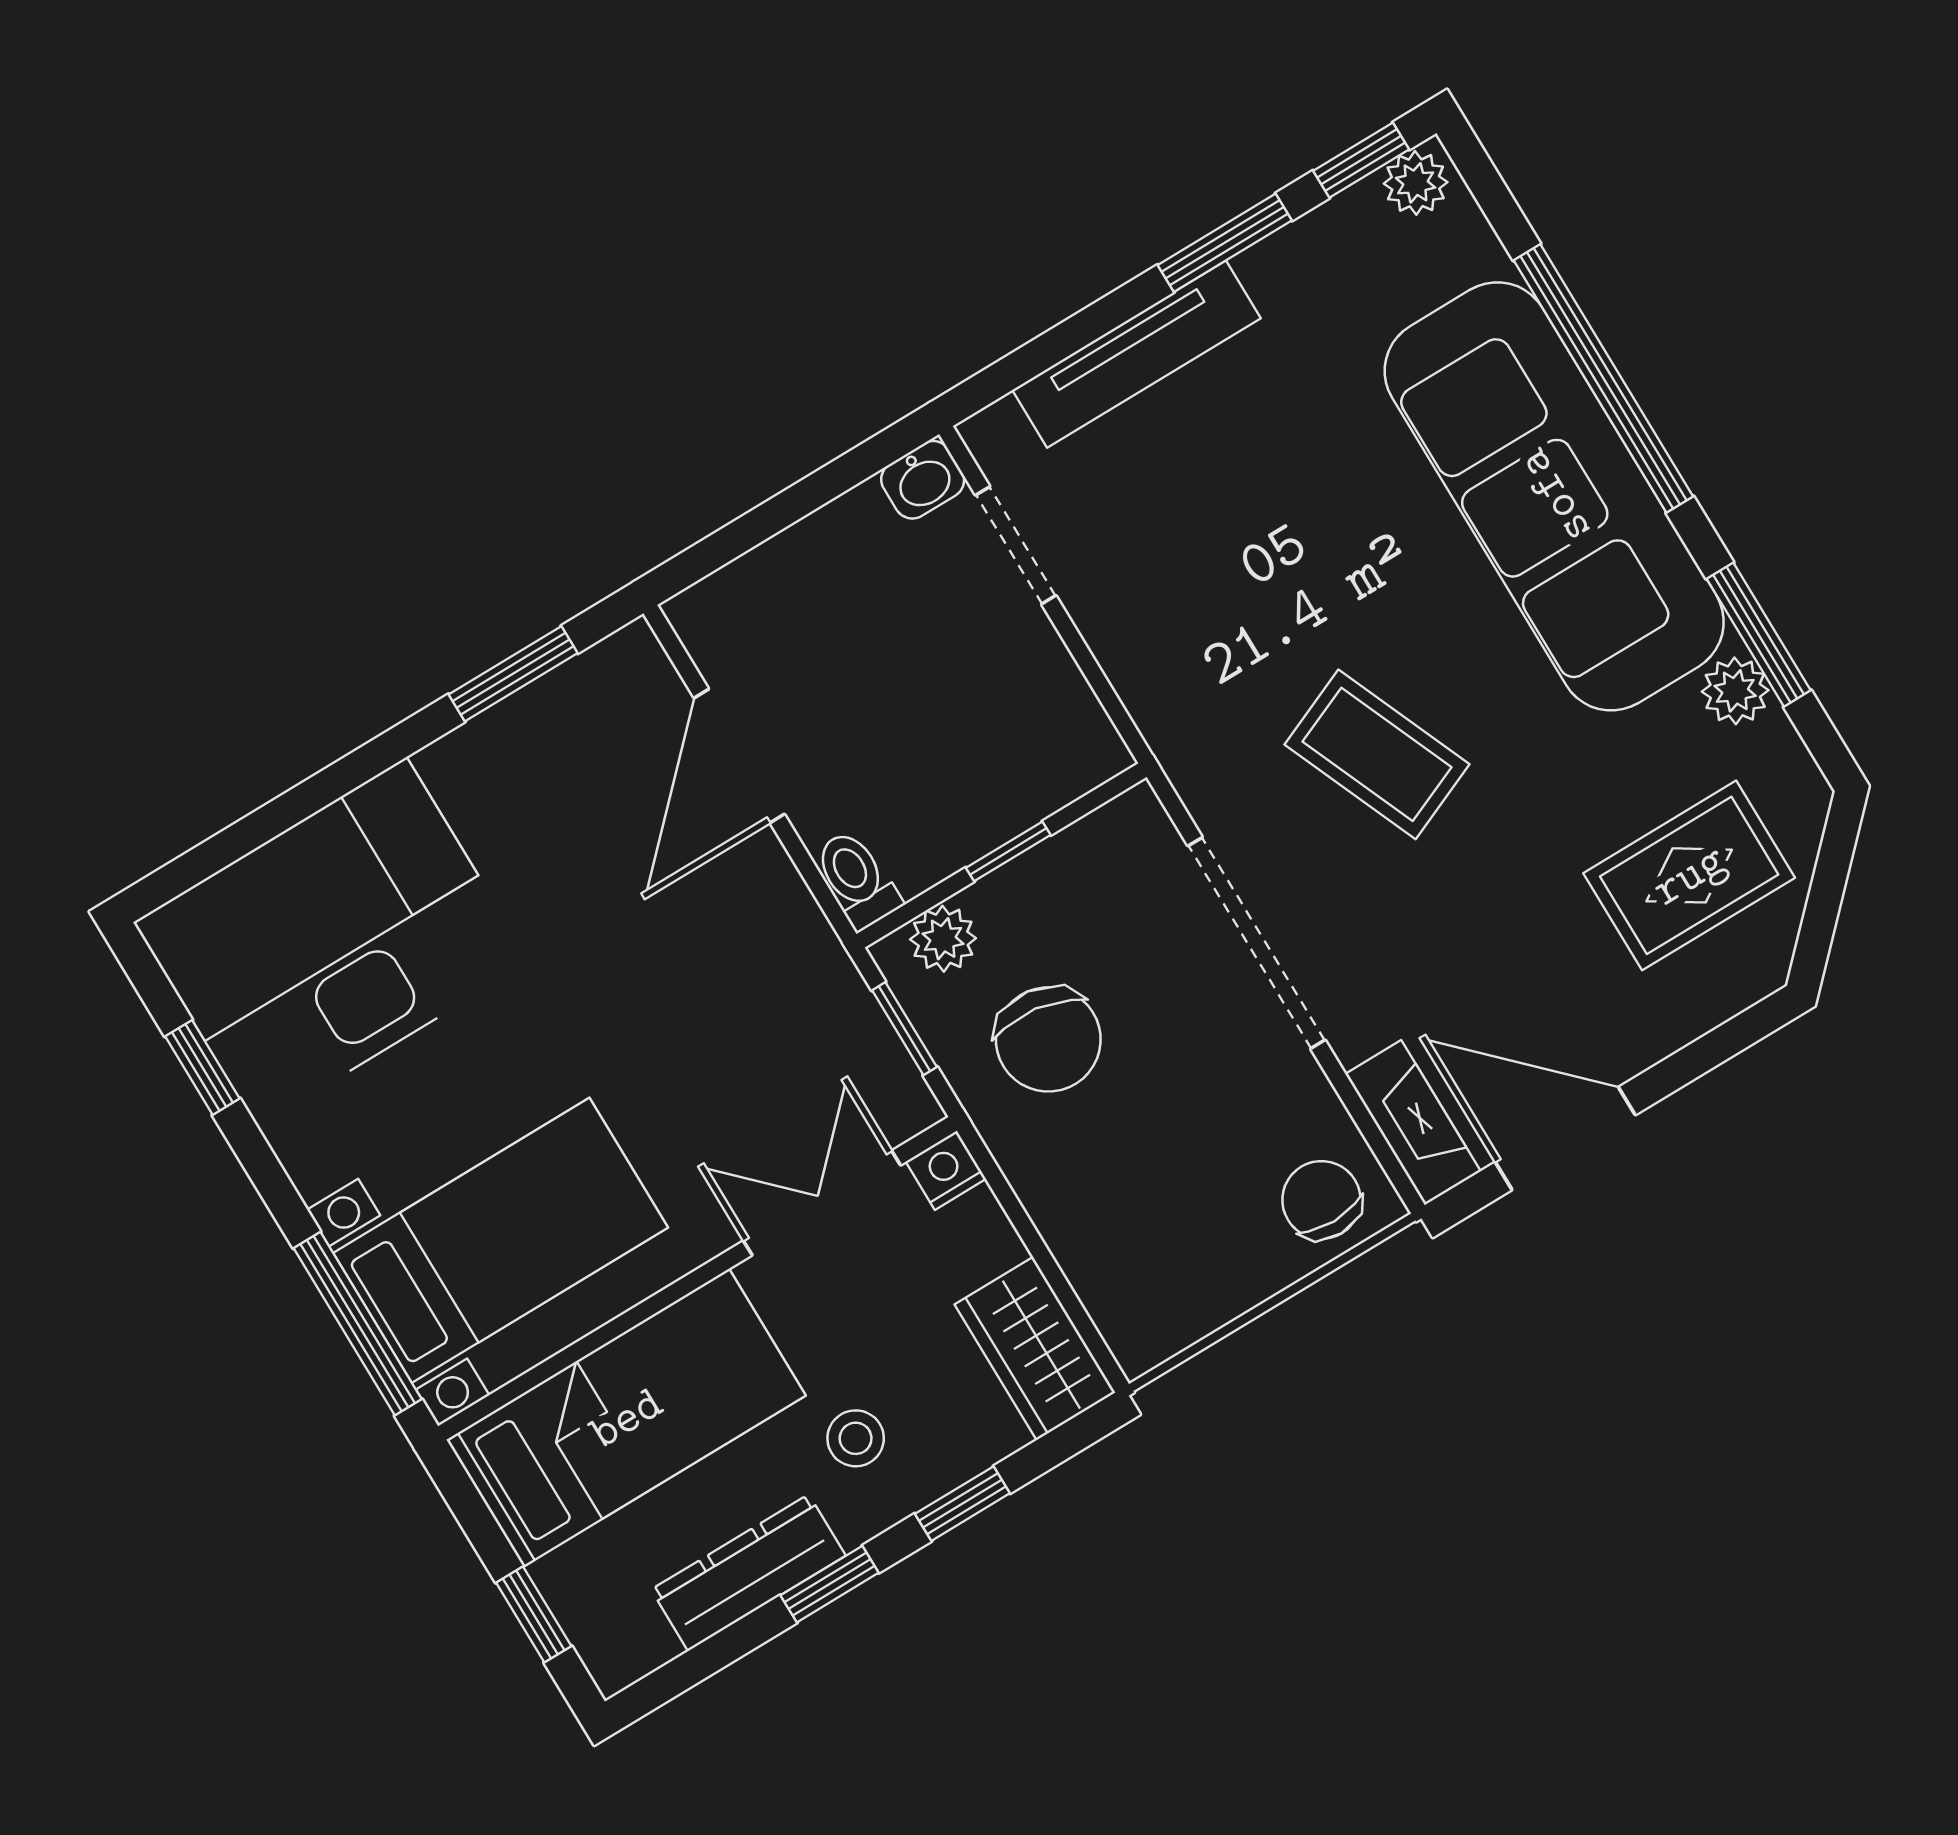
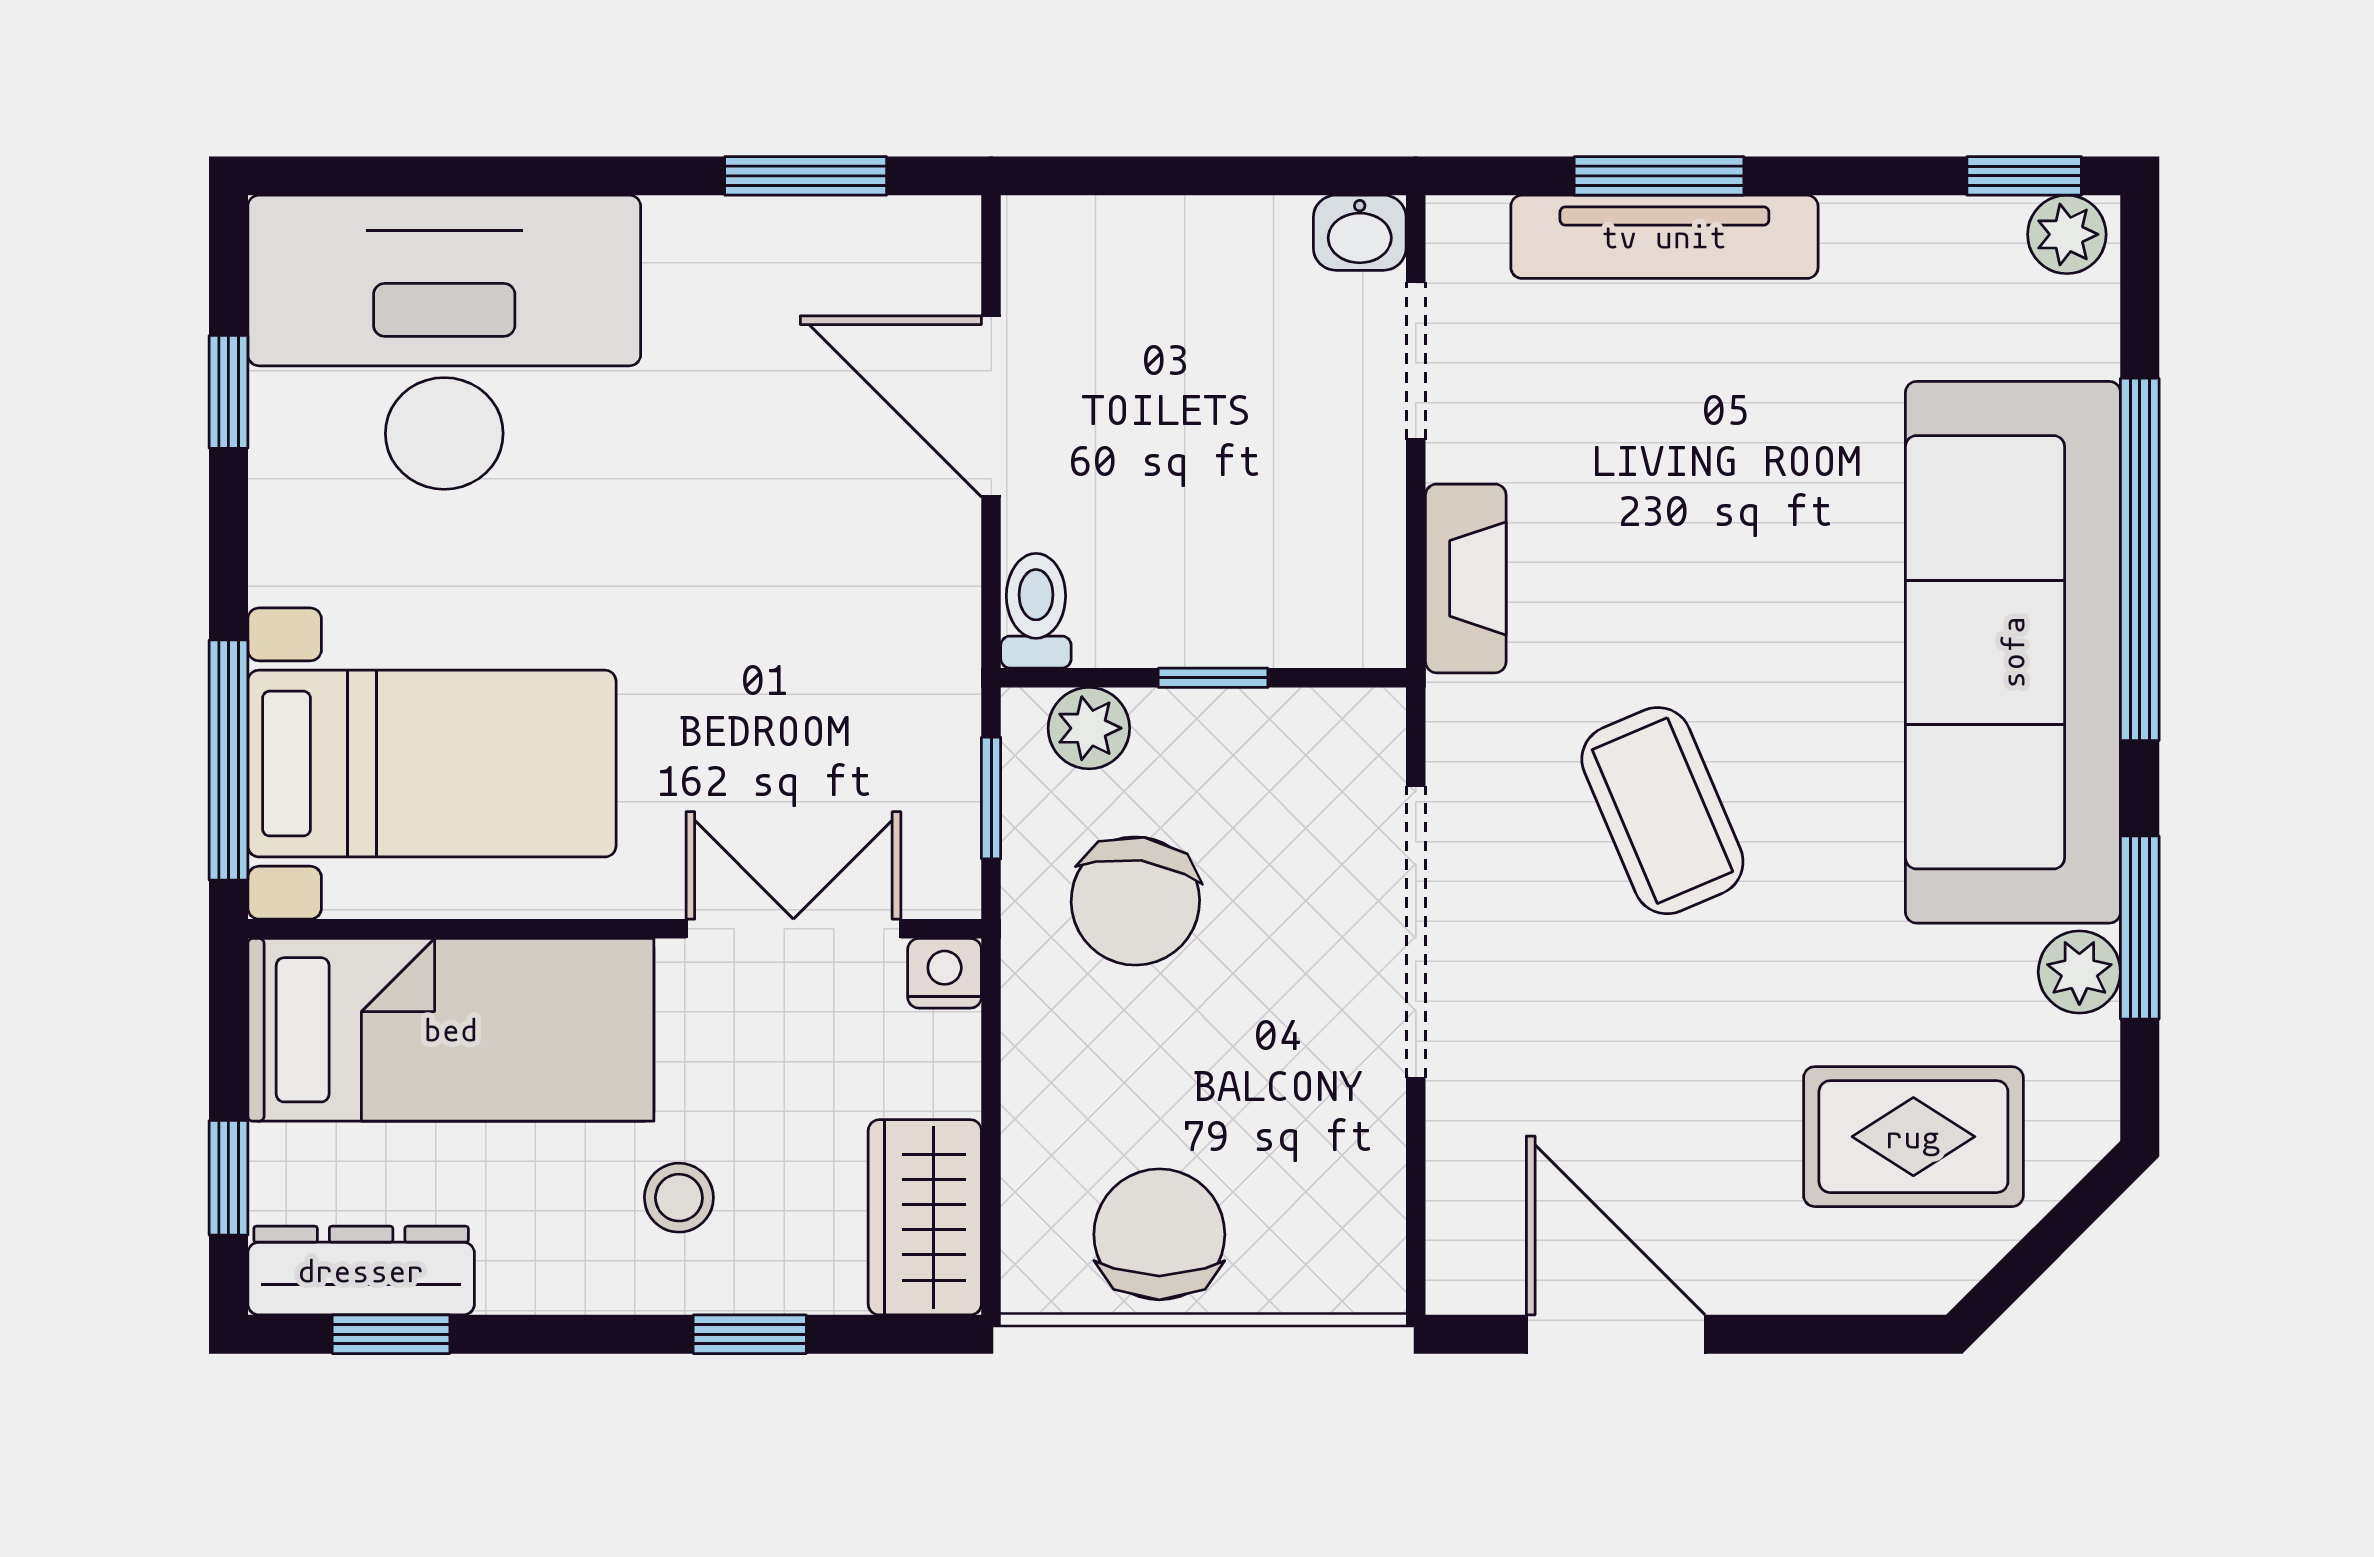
window: (1225, 243) -> (1659, 176), moved
door: (739, 756) -> (991, 406), hinge flipped
fireplace: (1413, 1123) -> (1466, 578), moved
chair: (1321, 1200) -> (1159, 1234), moved, width x1.37, depth x1.37
dresser: (748, 1573) -> (361, 1271), moved
window: (830, 1584) -> (391, 1334), moved

